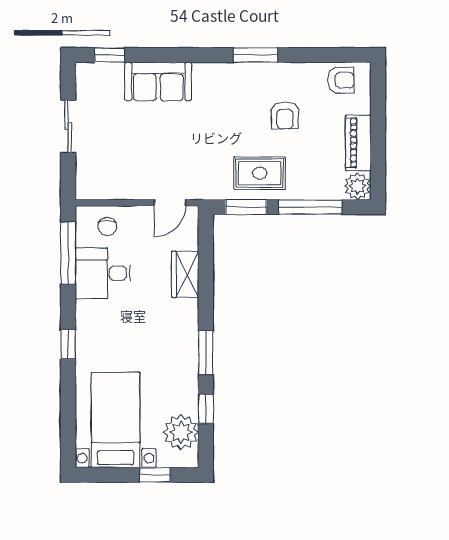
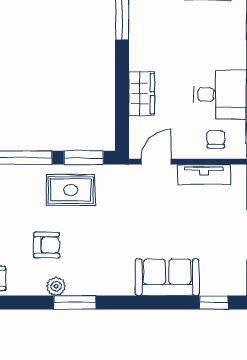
plant: (275, 72) -> (56, 286), added
armchair: (285, 115) -> (47, 245), turned 90
tv unit: (120, 189) -> (204, 175), added

